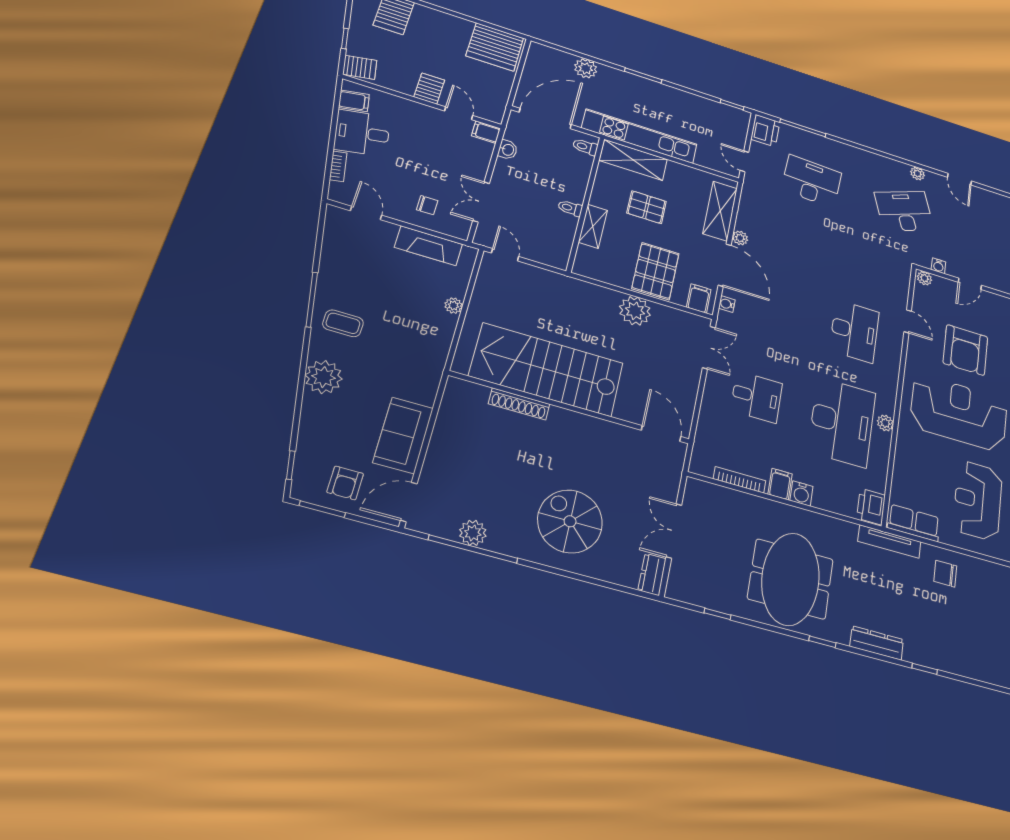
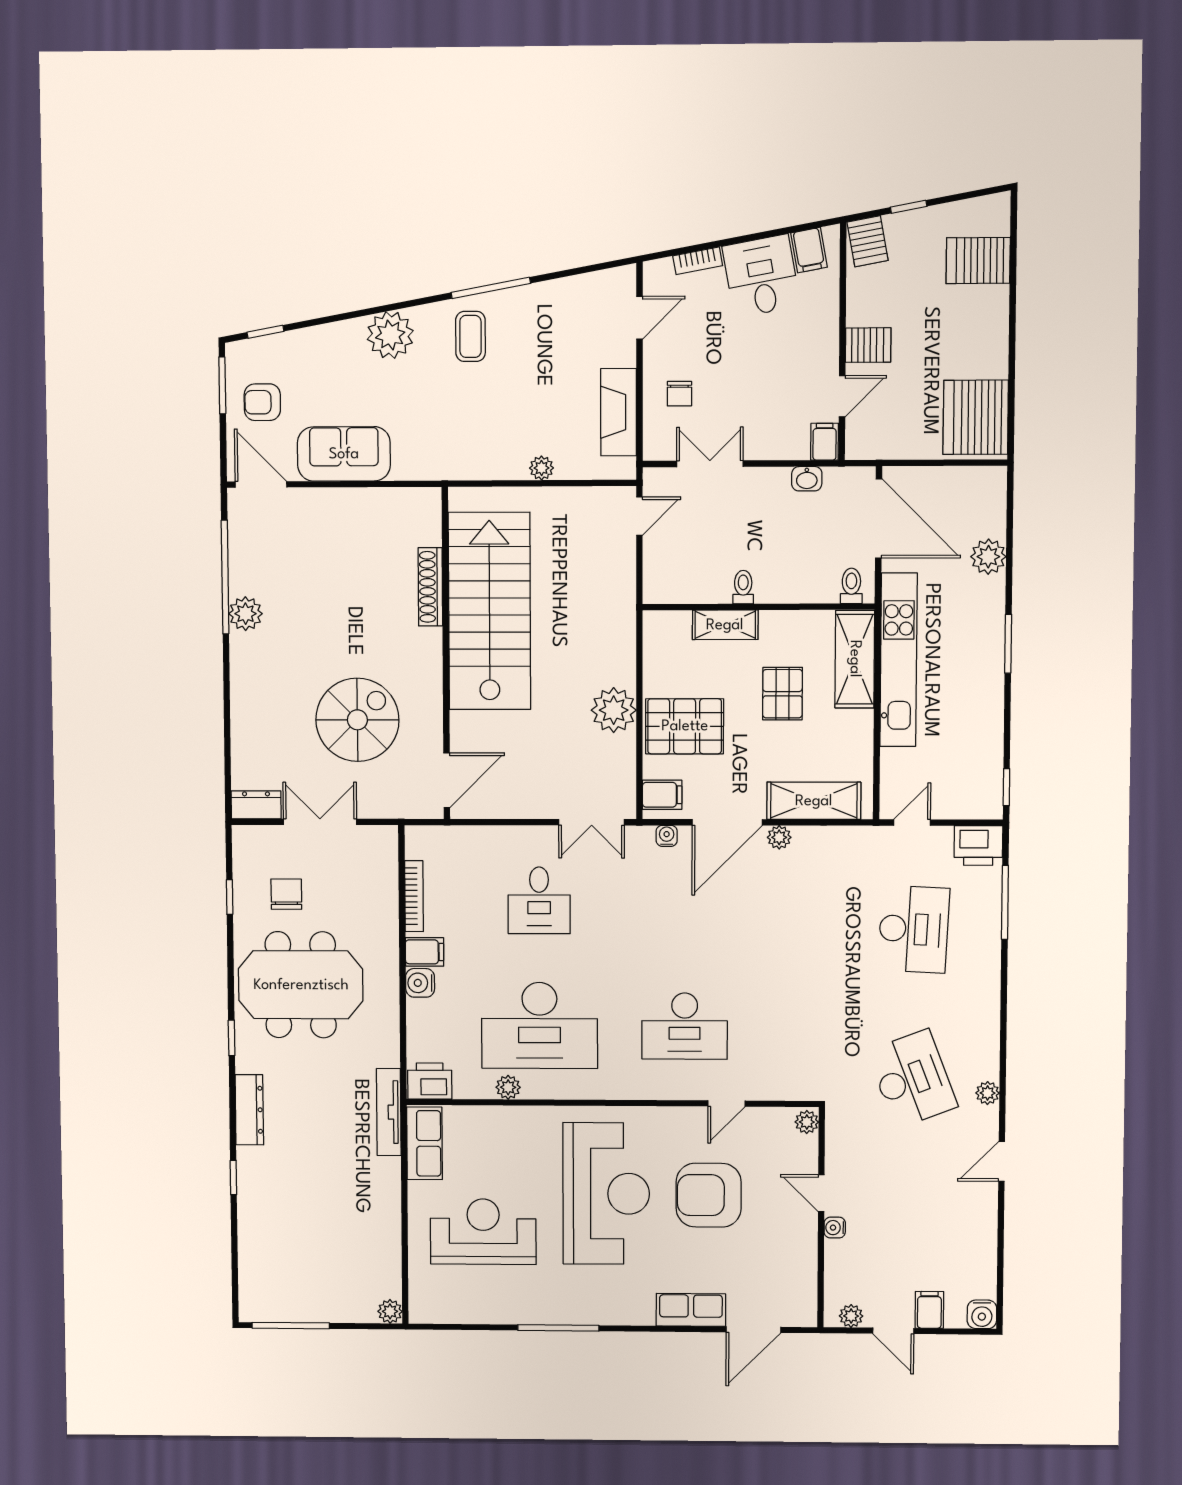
water cooler: (938, 266) -> (835, 1228), moved
plant: (885, 423) -> (508, 1087), moved
spiral stairs: (570, 521) -> (357, 720), moved
plant: (473, 533) -> (245, 614), moved
chair: (945, 574) -> (286, 894), moved

